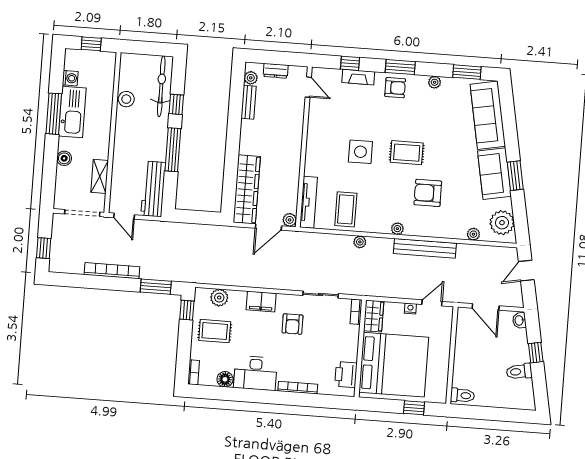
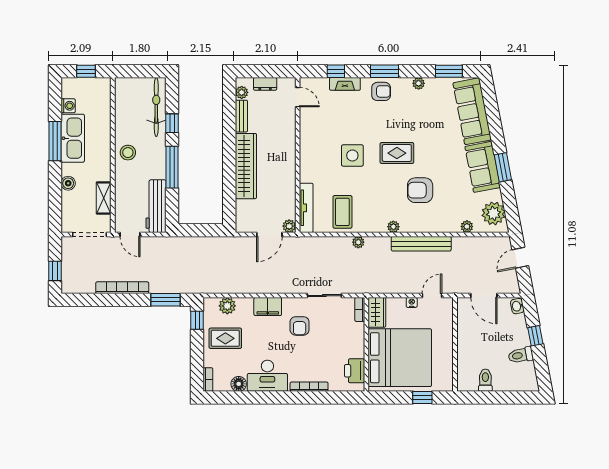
stool: (126, 99) -> (128, 153), moved
wardrobe: (247, 189) -> (246, 166), moved
toilet: (463, 395) -> (485, 380), moved, turned -90

